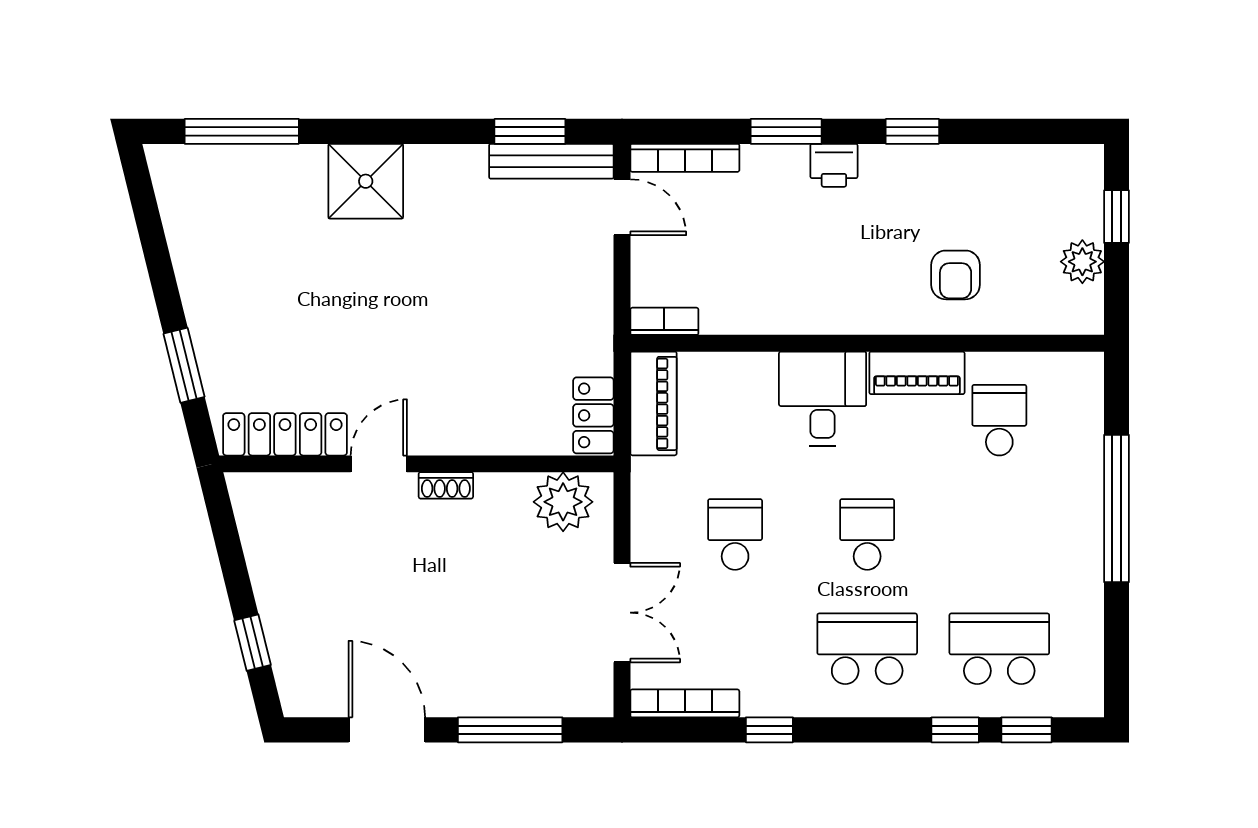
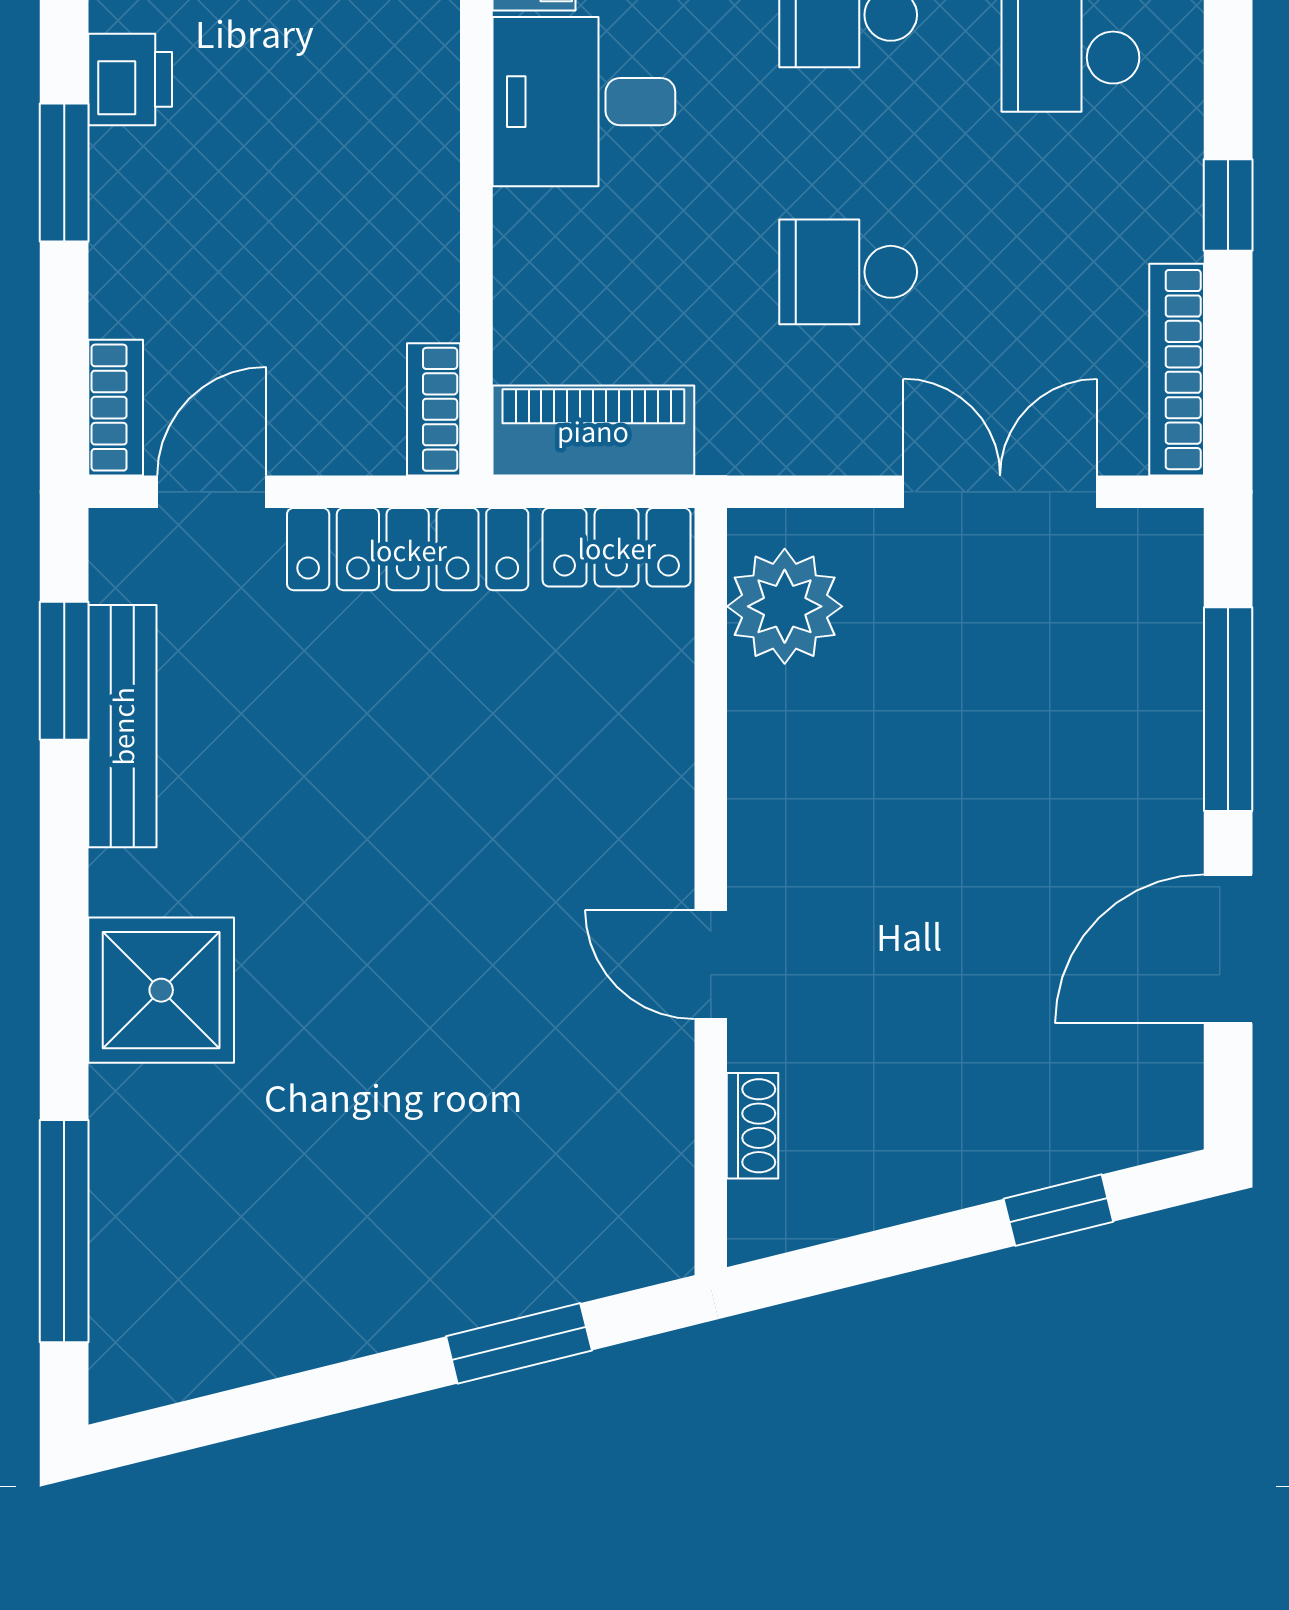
bookcase: (685, 158) -> (116, 408), width x0.64
bench: (551, 161) -> (122, 726), moved
locker: (285, 434) -> (408, 549), moved, turned -90
shoe rack: (446, 485) -> (753, 1126), moved

